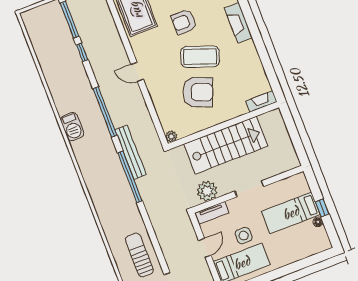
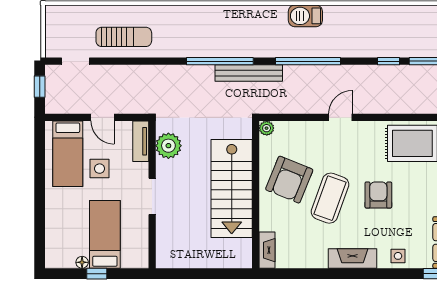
fireplace: (261, 101) -> (267, 250), moved
wall: (224, 126) -> (256, 195), moved
plant: (171, 136) -> (267, 128), moved
stairs: (226, 145) -> (232, 189), moved

